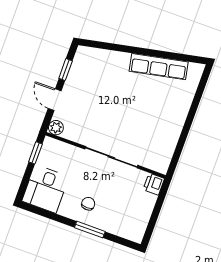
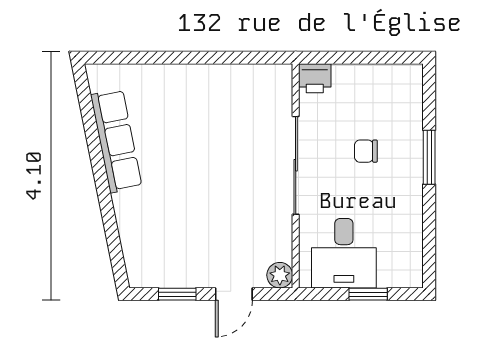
window: (35, 153) -> (368, 294), moved
desk: (45, 189) -> (344, 253), moved, turned 90
chair: (88, 204) -> (366, 151), moved

